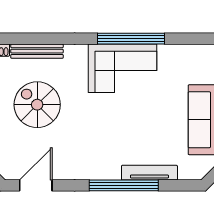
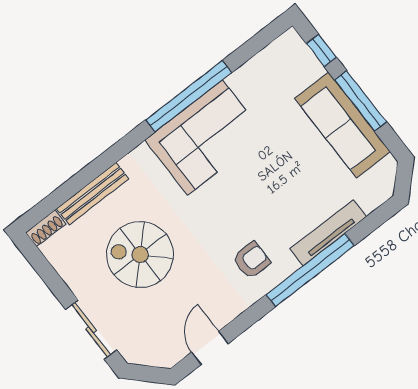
armchair: (96, 155) -> (251, 260), added
door: (36, 185) -> (210, 348), width x0.73

